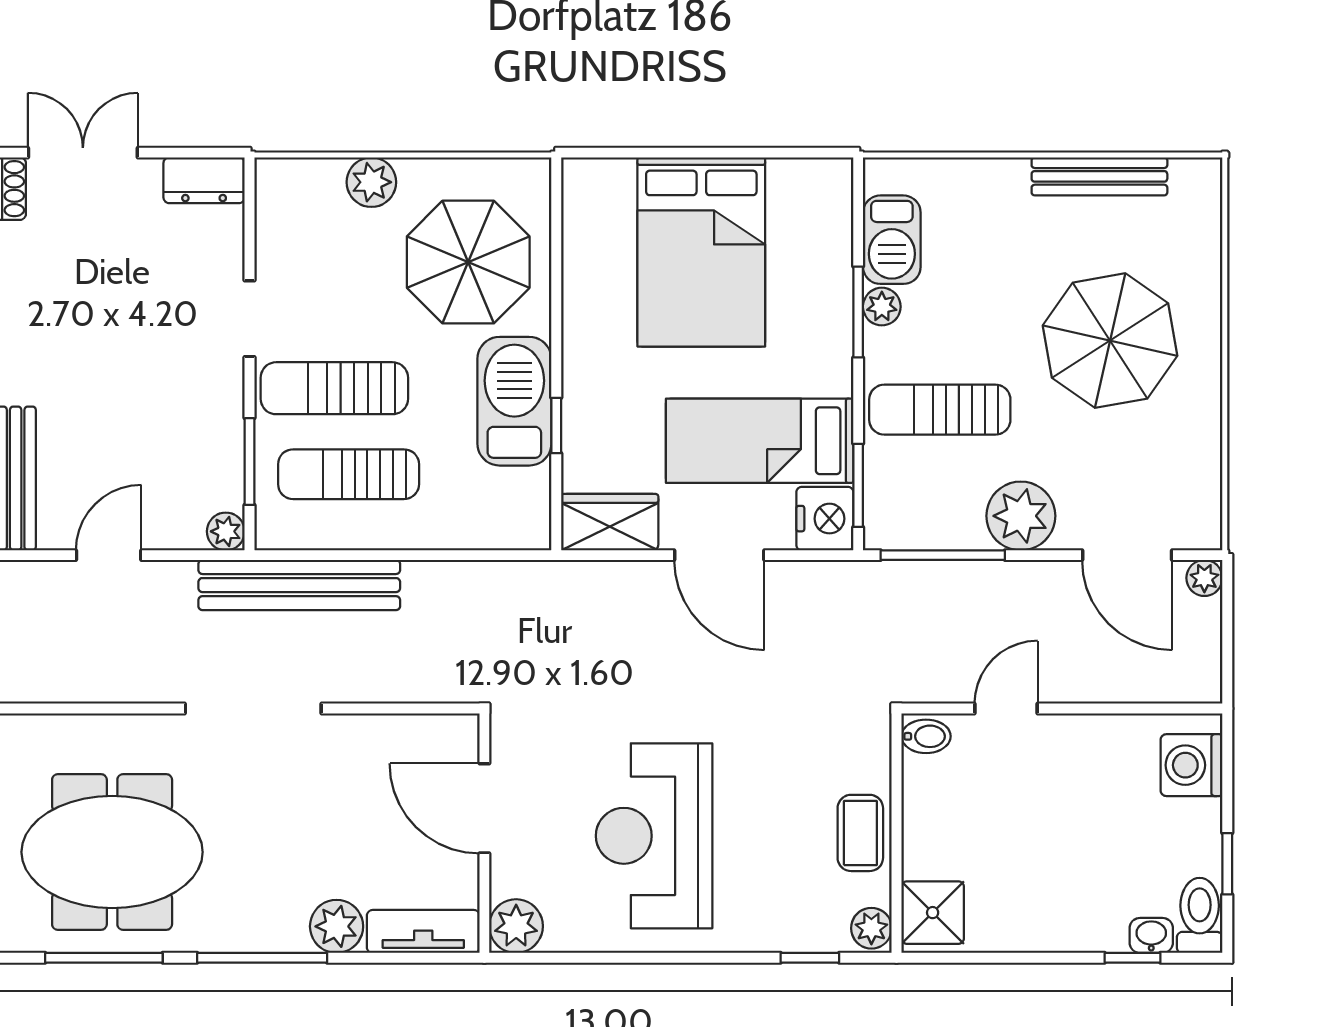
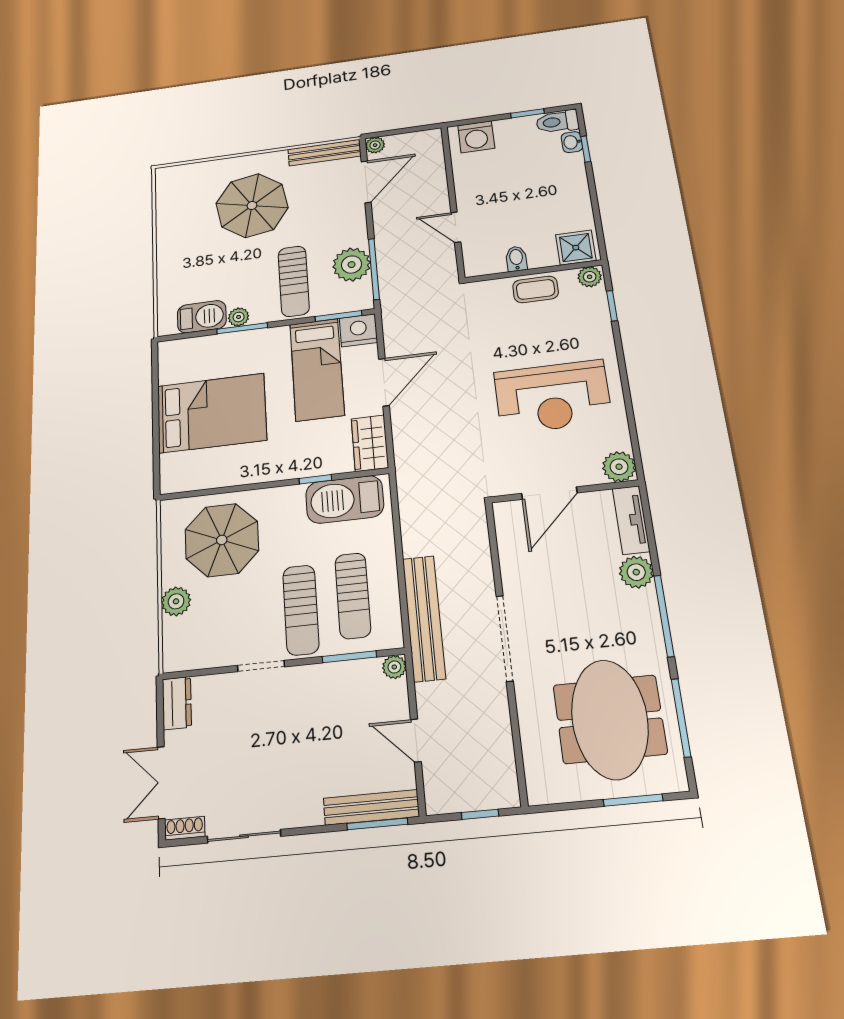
bench: (1099, 176) -> (325, 153), moved, turned 90
barbecue: (514, 401) -> (345, 499), moved
plant: (1021, 516) -> (352, 265), moved
bidet: (926, 736) -> (516, 259), moved

